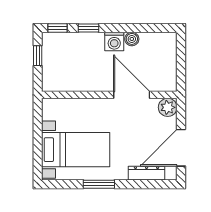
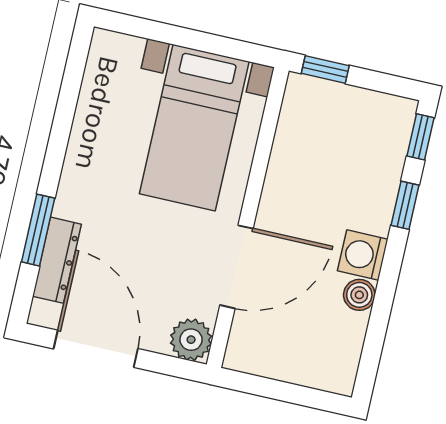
window: (38, 56) -> (325, 69), moved
bed with nightstands: (76, 150) -> (194, 128), moved
window: (99, 184) -> (38, 230), moved

